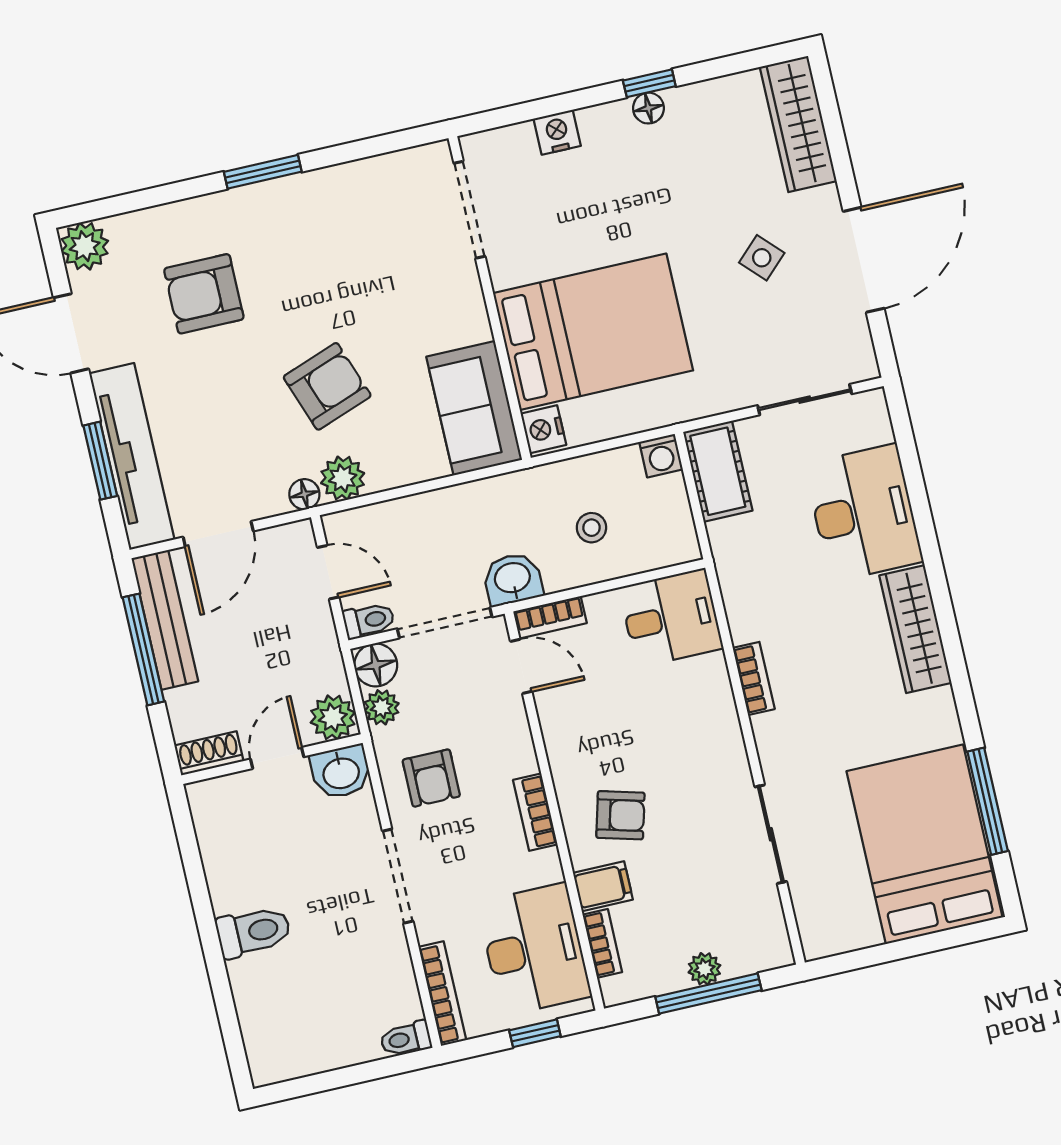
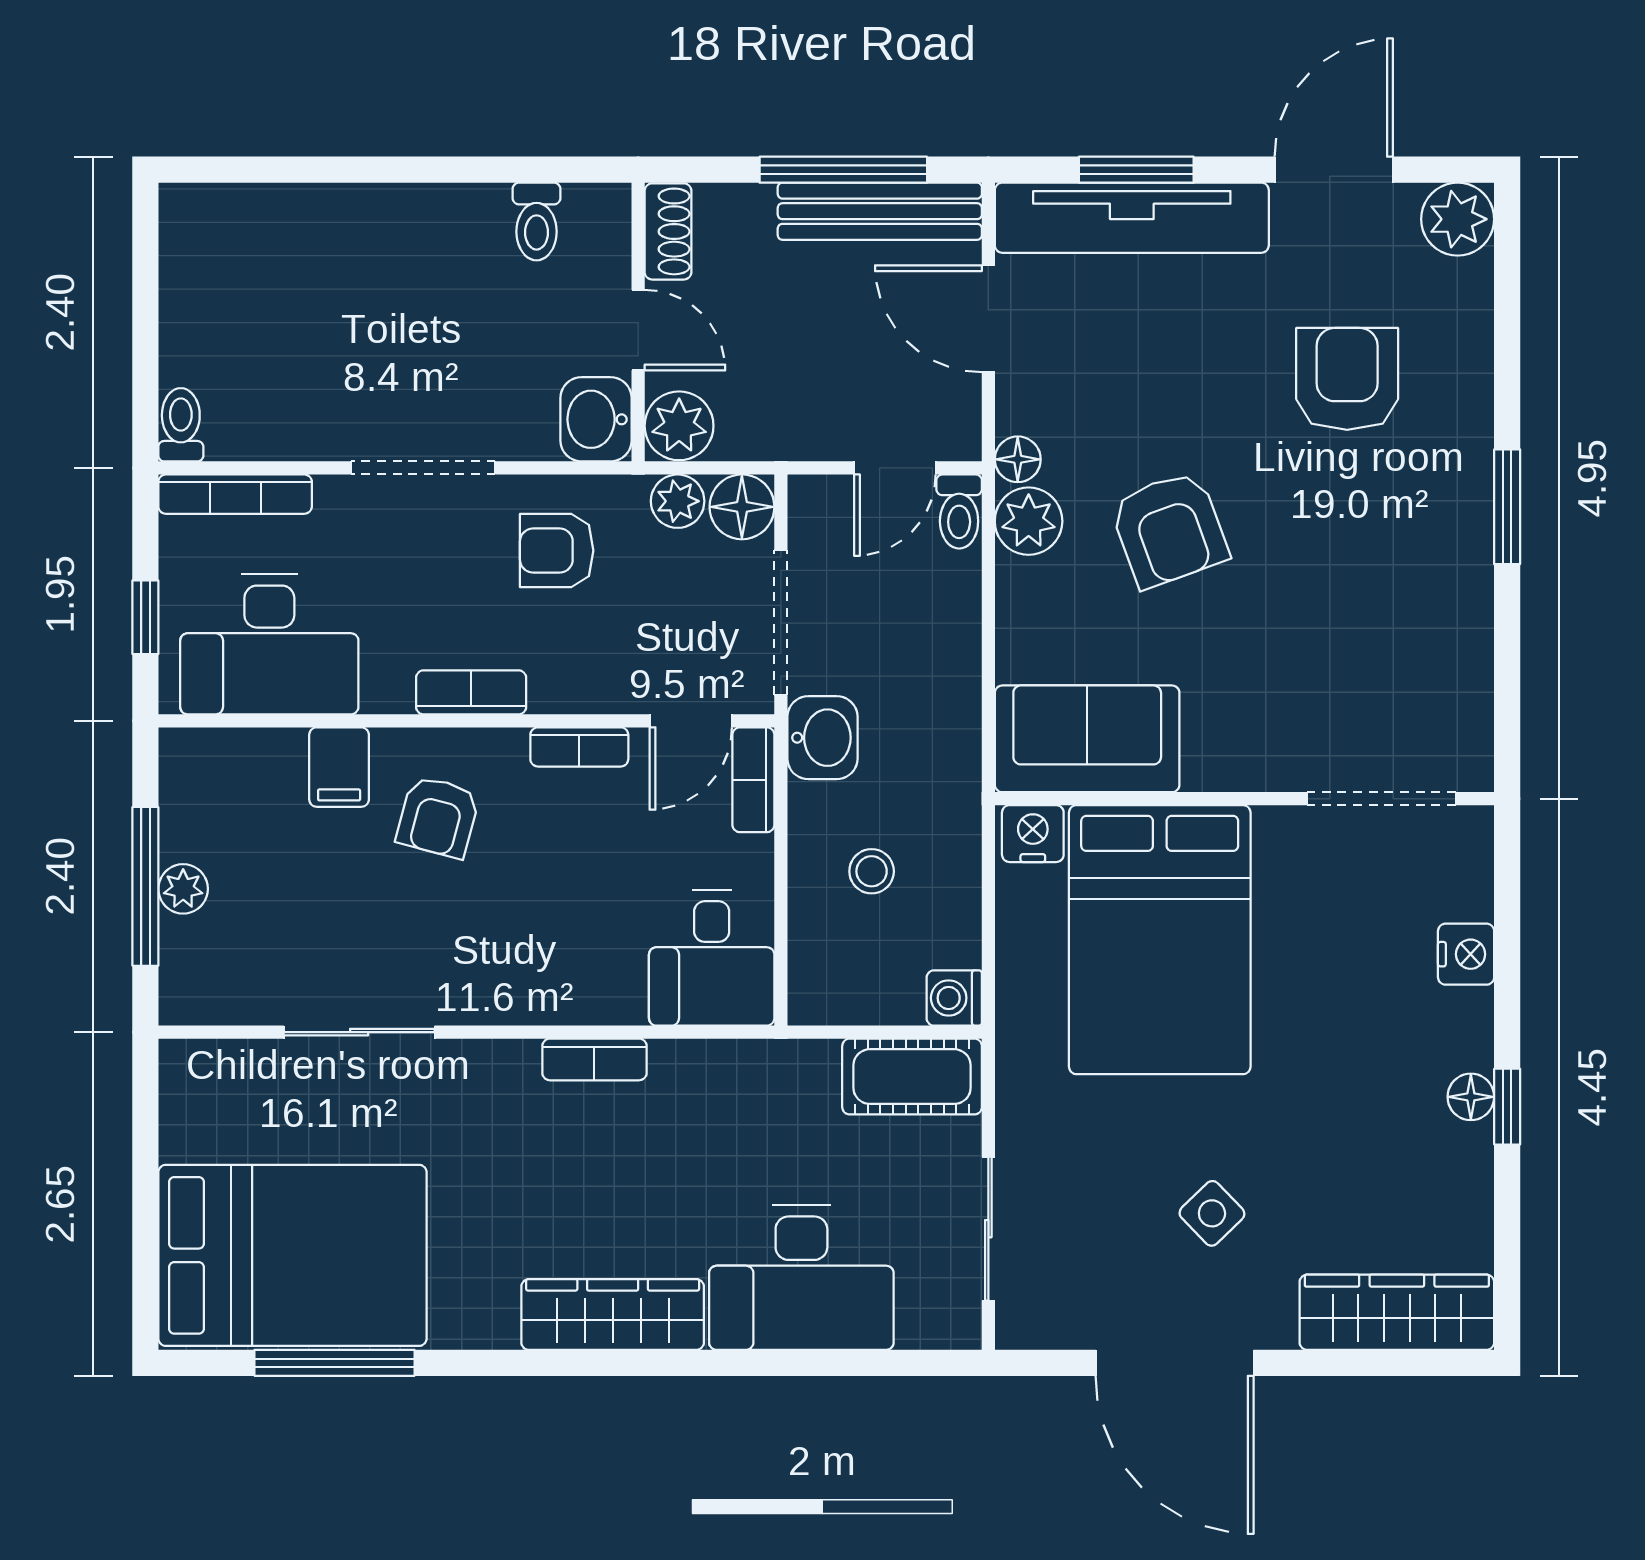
toilet: (369, 620) -> (959, 511), moved
toilet: (253, 932) -> (537, 222), moved, width x0.73, depth x0.72
bookcase: (602, 943) -> (579, 747), moved

